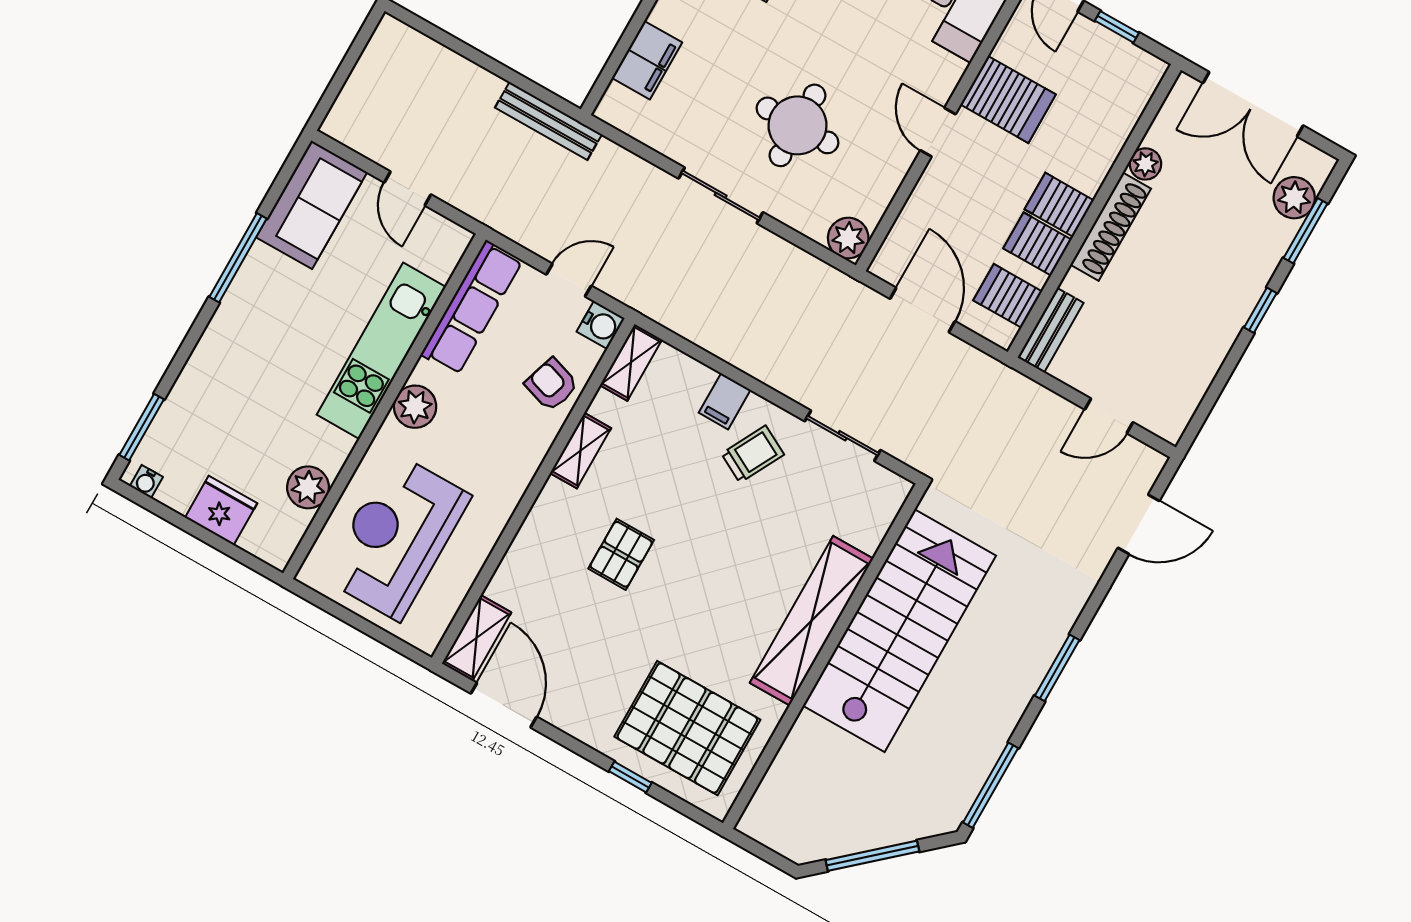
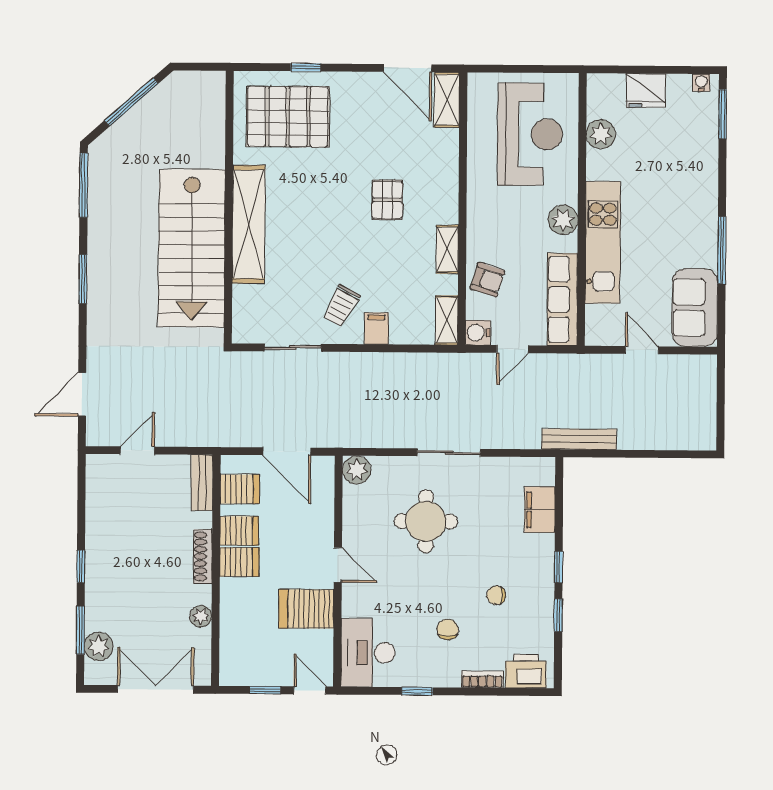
shoe rack: (1111, 227) -> (203, 556), width x0.74, depth x0.81

